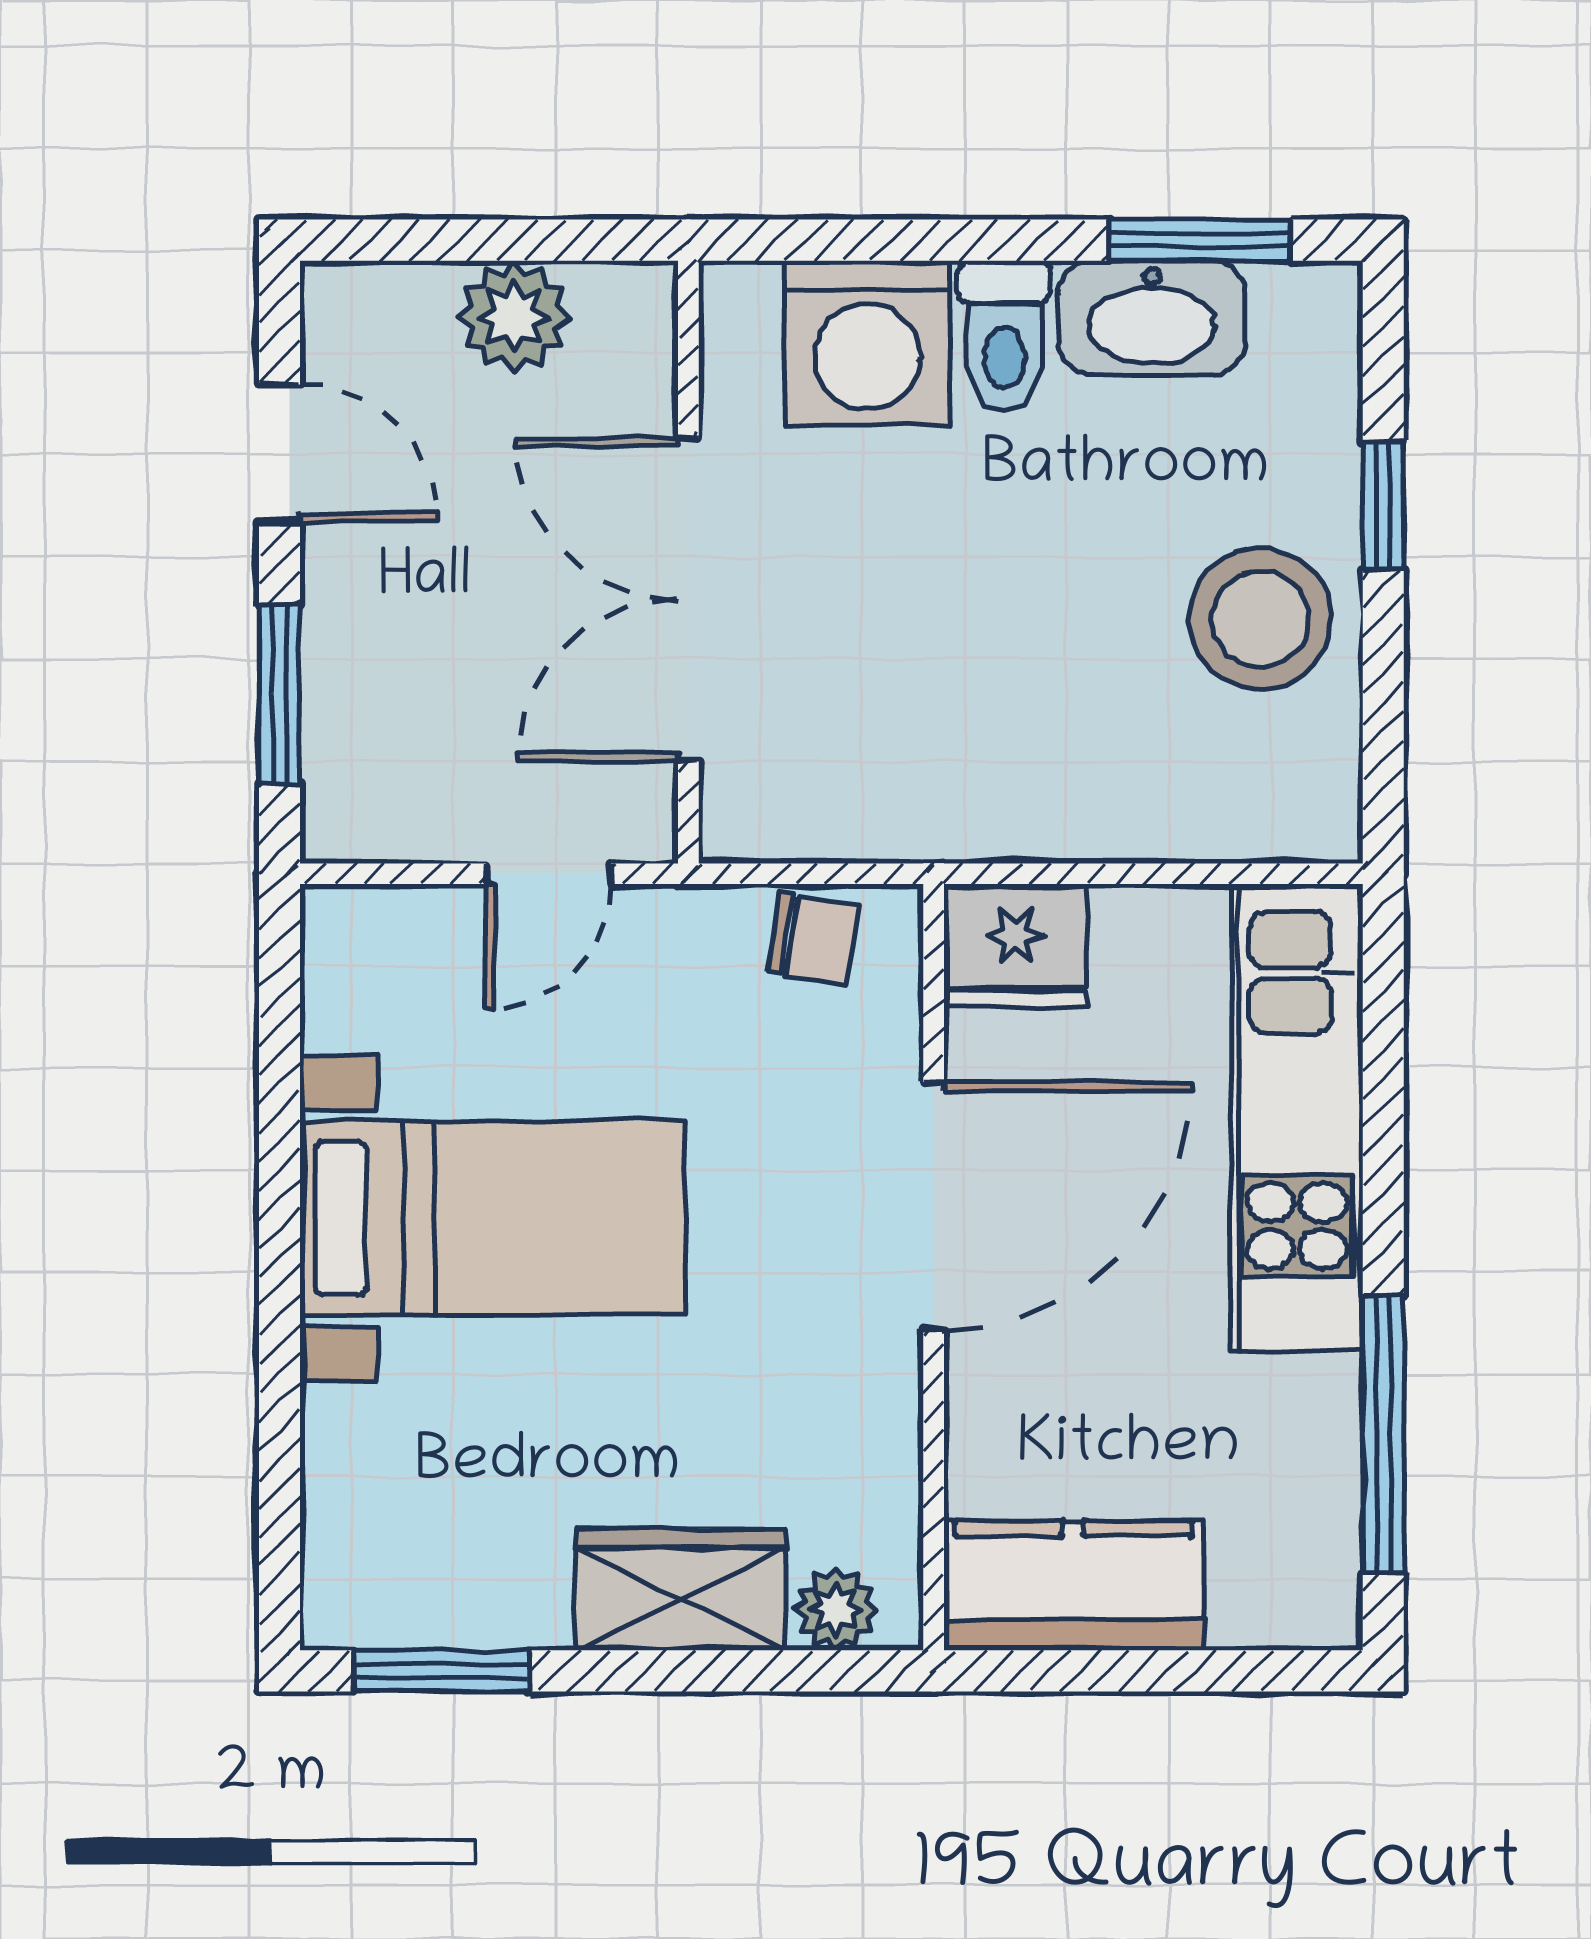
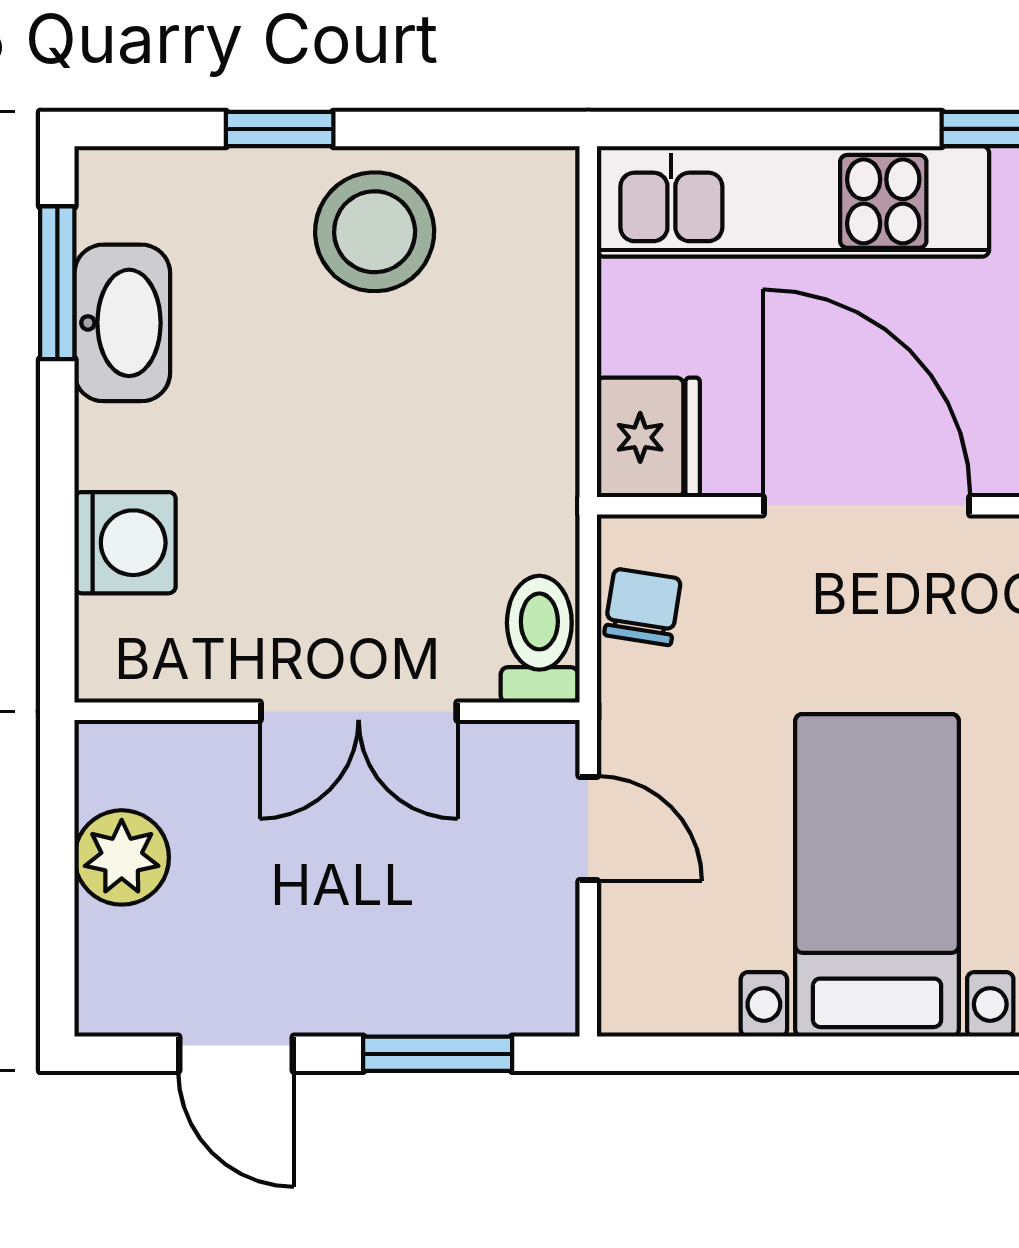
toilet: (1004, 336) -> (539, 639), moved, turned -90
washing machine: (867, 343) -> (125, 543), width x0.73, depth x0.73
door: (280, 453) -> (236, 1054), swing flipped
double door: (688, 600) -> (359, 711), width x0.73

